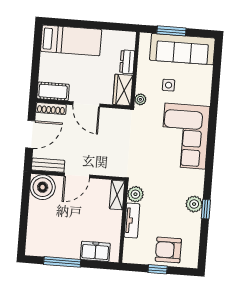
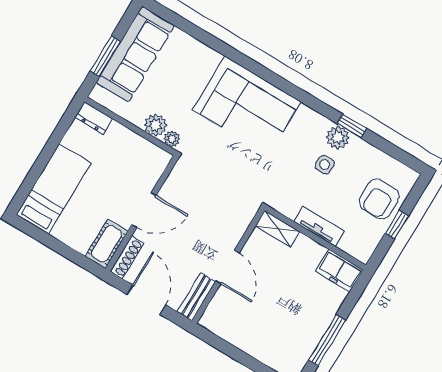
dresser: (127, 62) -> (94, 118), moved
side table: (169, 85) -> (325, 165), moved
wardrobe: (123, 90) -> (149, 155), removed
boiler: (43, 187) -> (221, 318), removed
plant: (135, 194) -> (156, 125), moved
freezer: (95, 251) -> (339, 271), moved, turned -90

